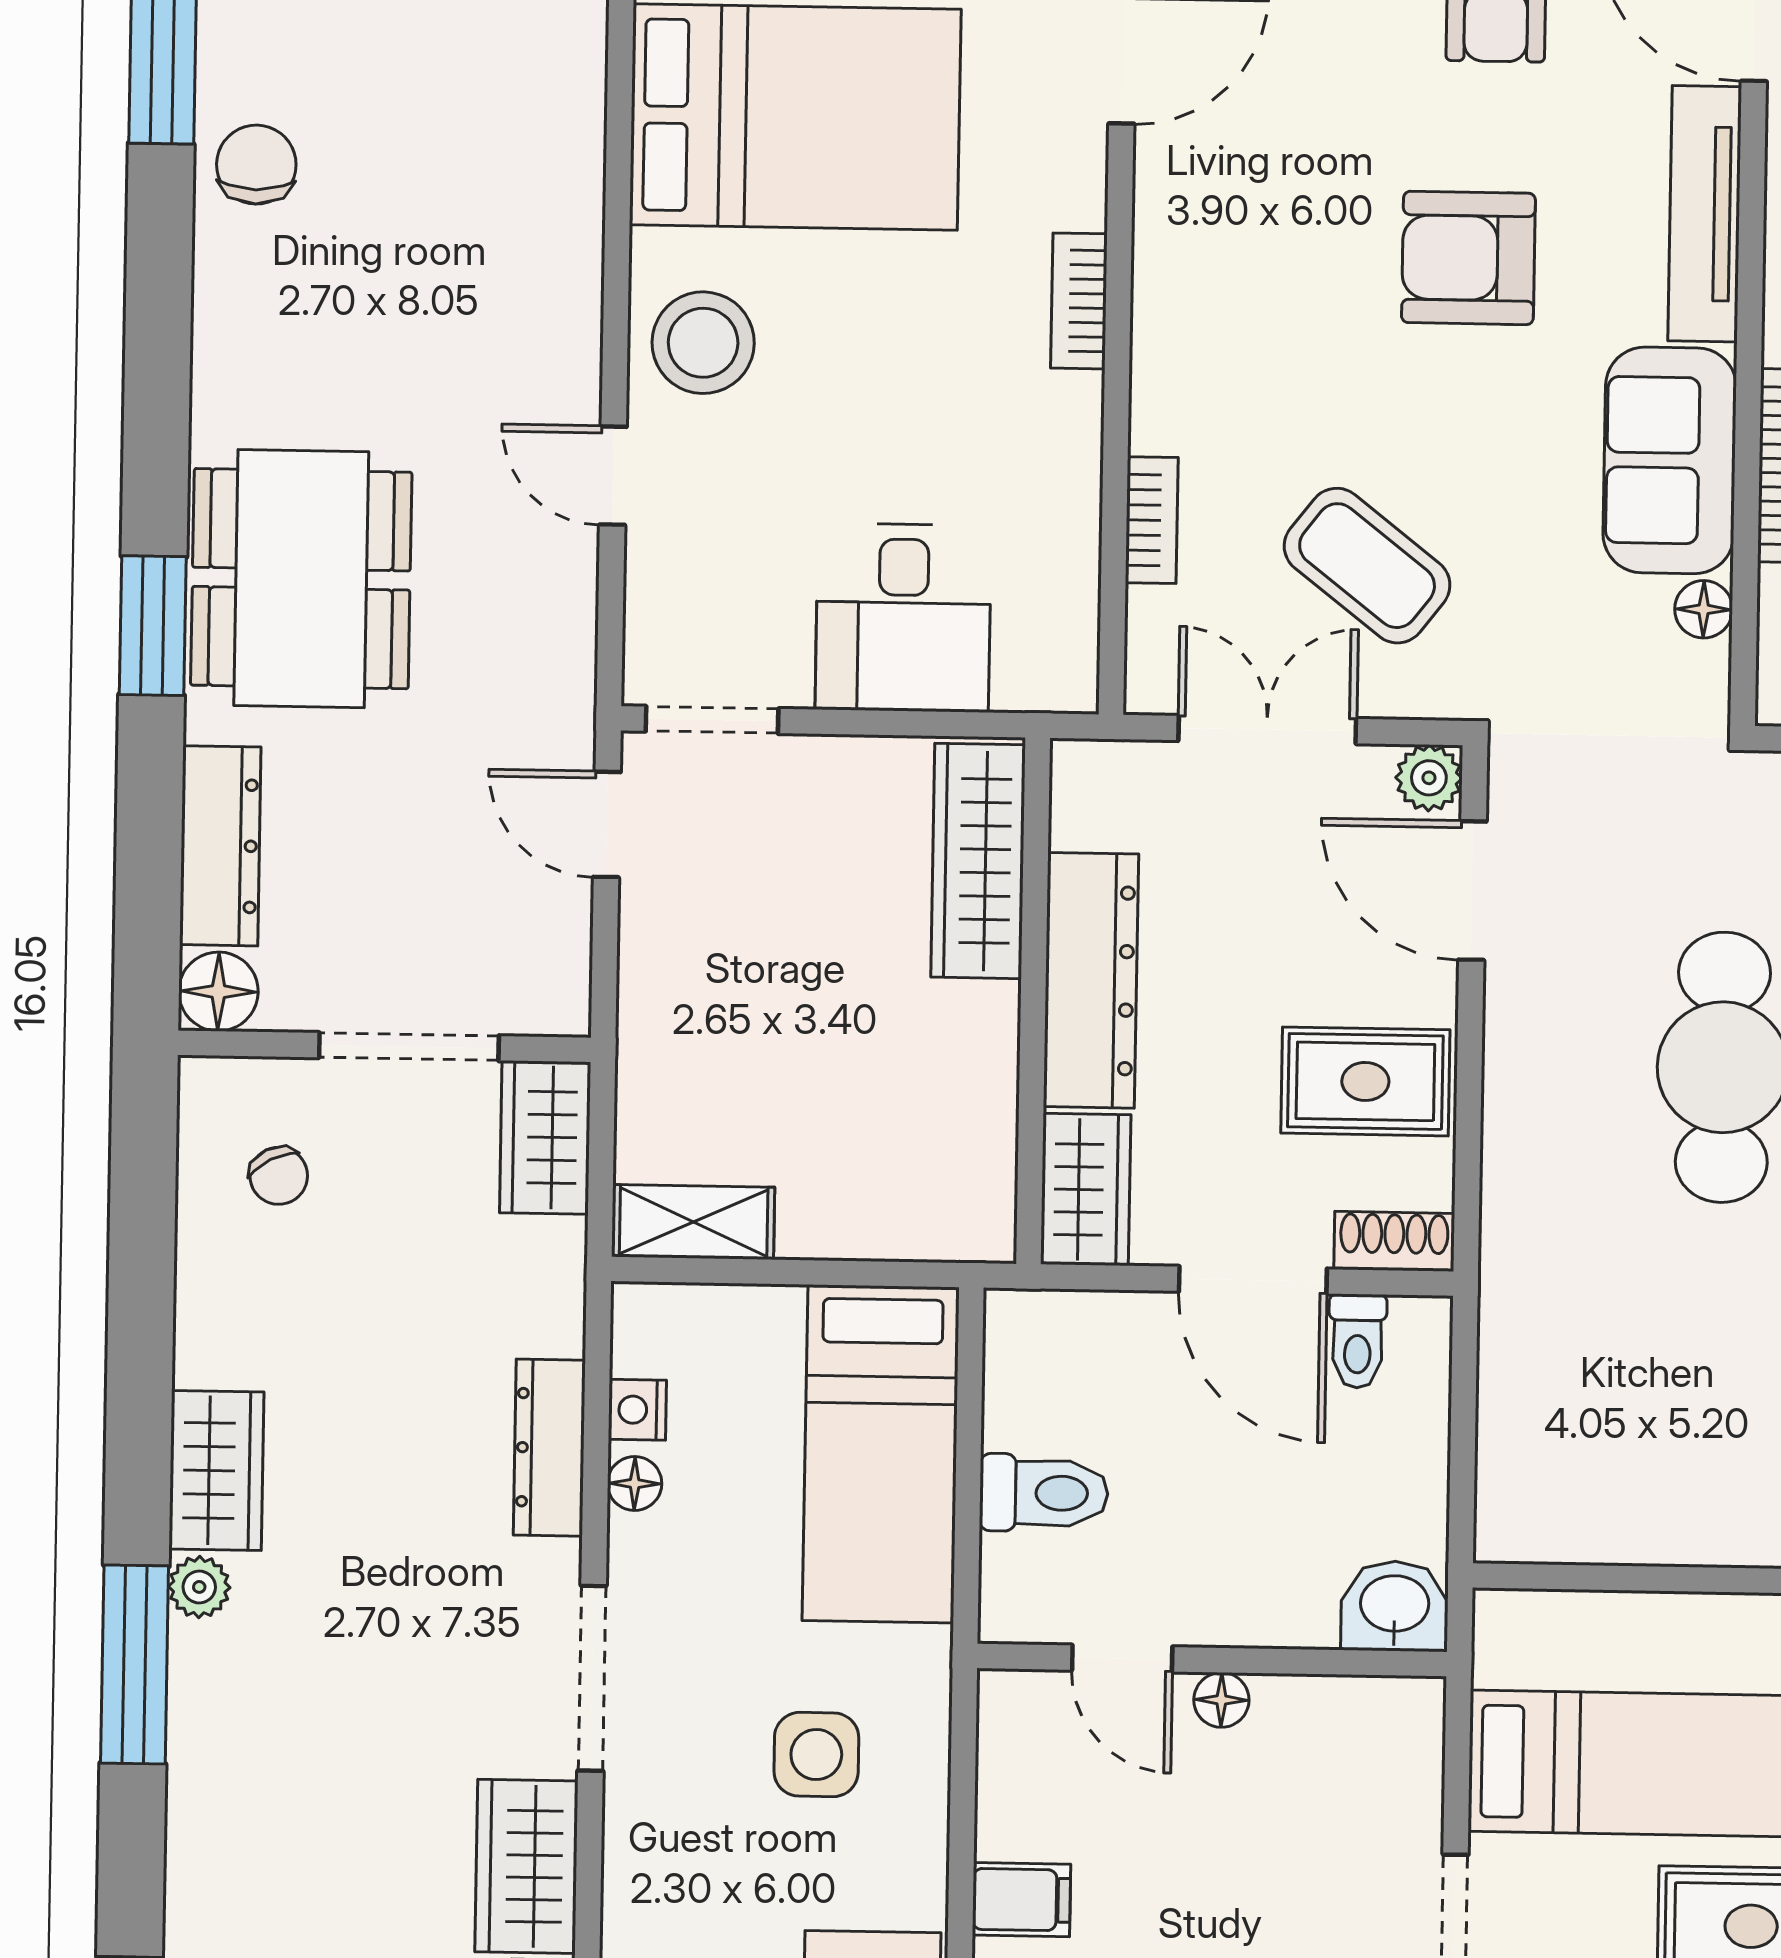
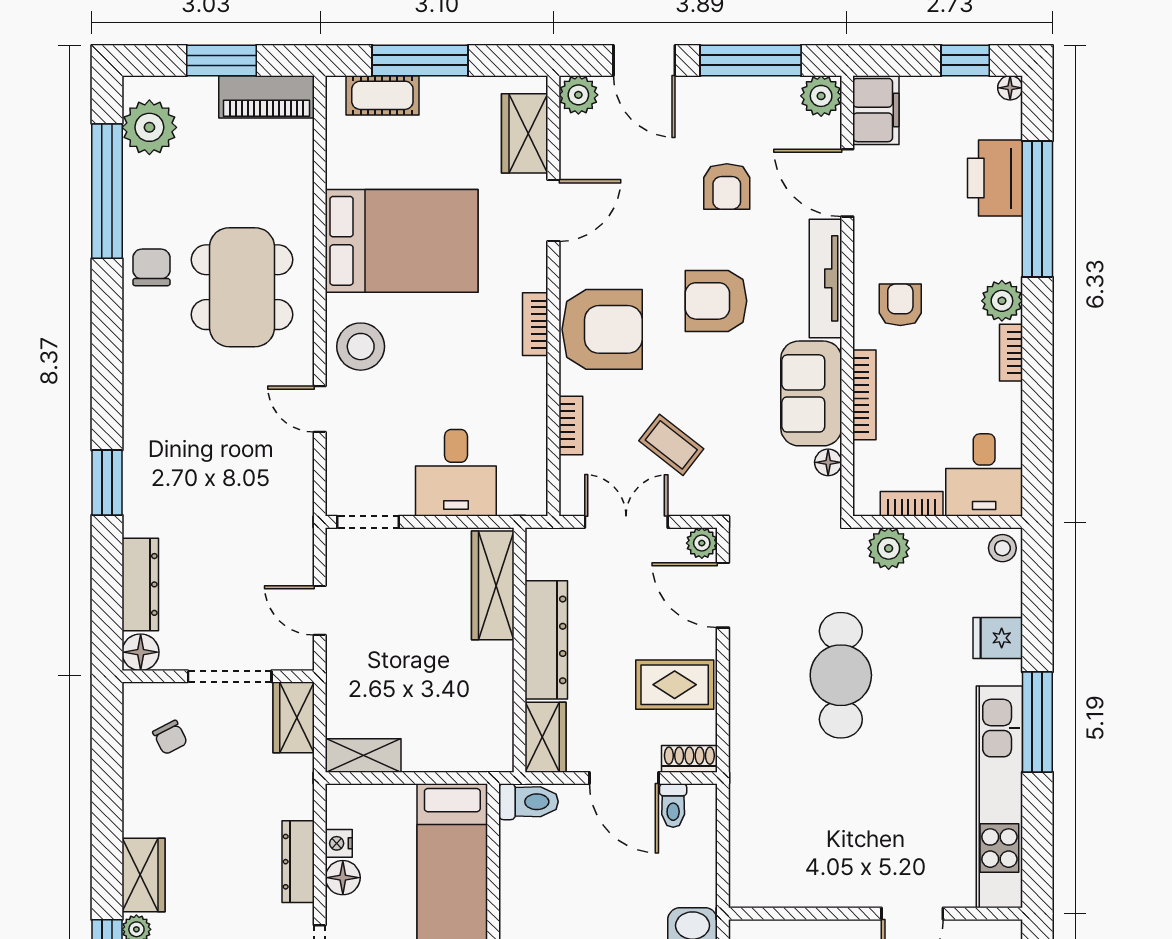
armchair: (1223, 315) -> (602, 329), added
coffee table: (1367, 566) -> (671, 445), width x0.73, depth x0.77
dining table: (301, 579) -> (242, 287), moved
door: (607, 824) -> (320, 610), moved
floor lamp: (635, 1484) -> (343, 878), width x1.37, depth x1.37
toilet: (1044, 1493) -> (528, 802), moved

